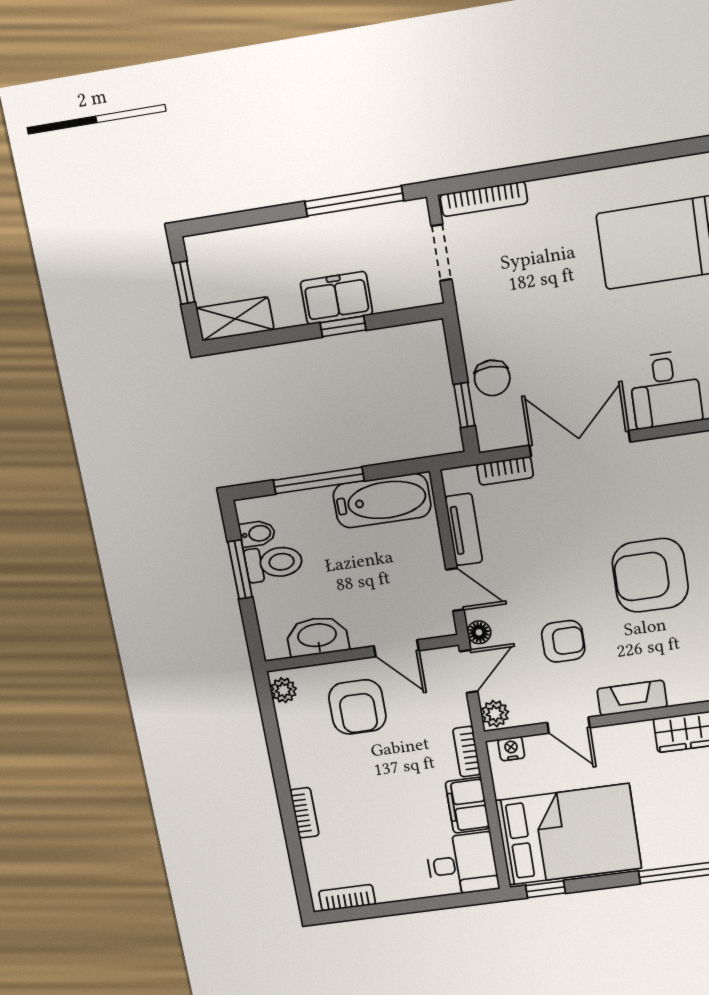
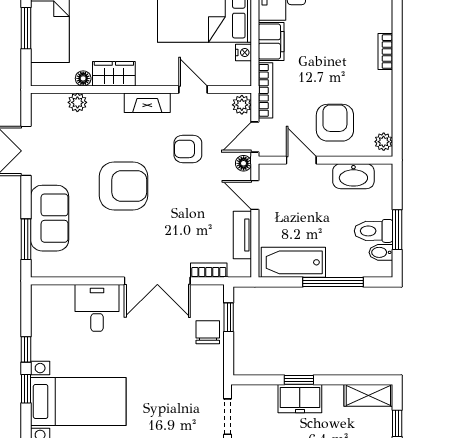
nightstand: (511, 749) -> (244, 52), moved, turned -90
bookcase: (467, 752) -> (265, 90), width x1.56

